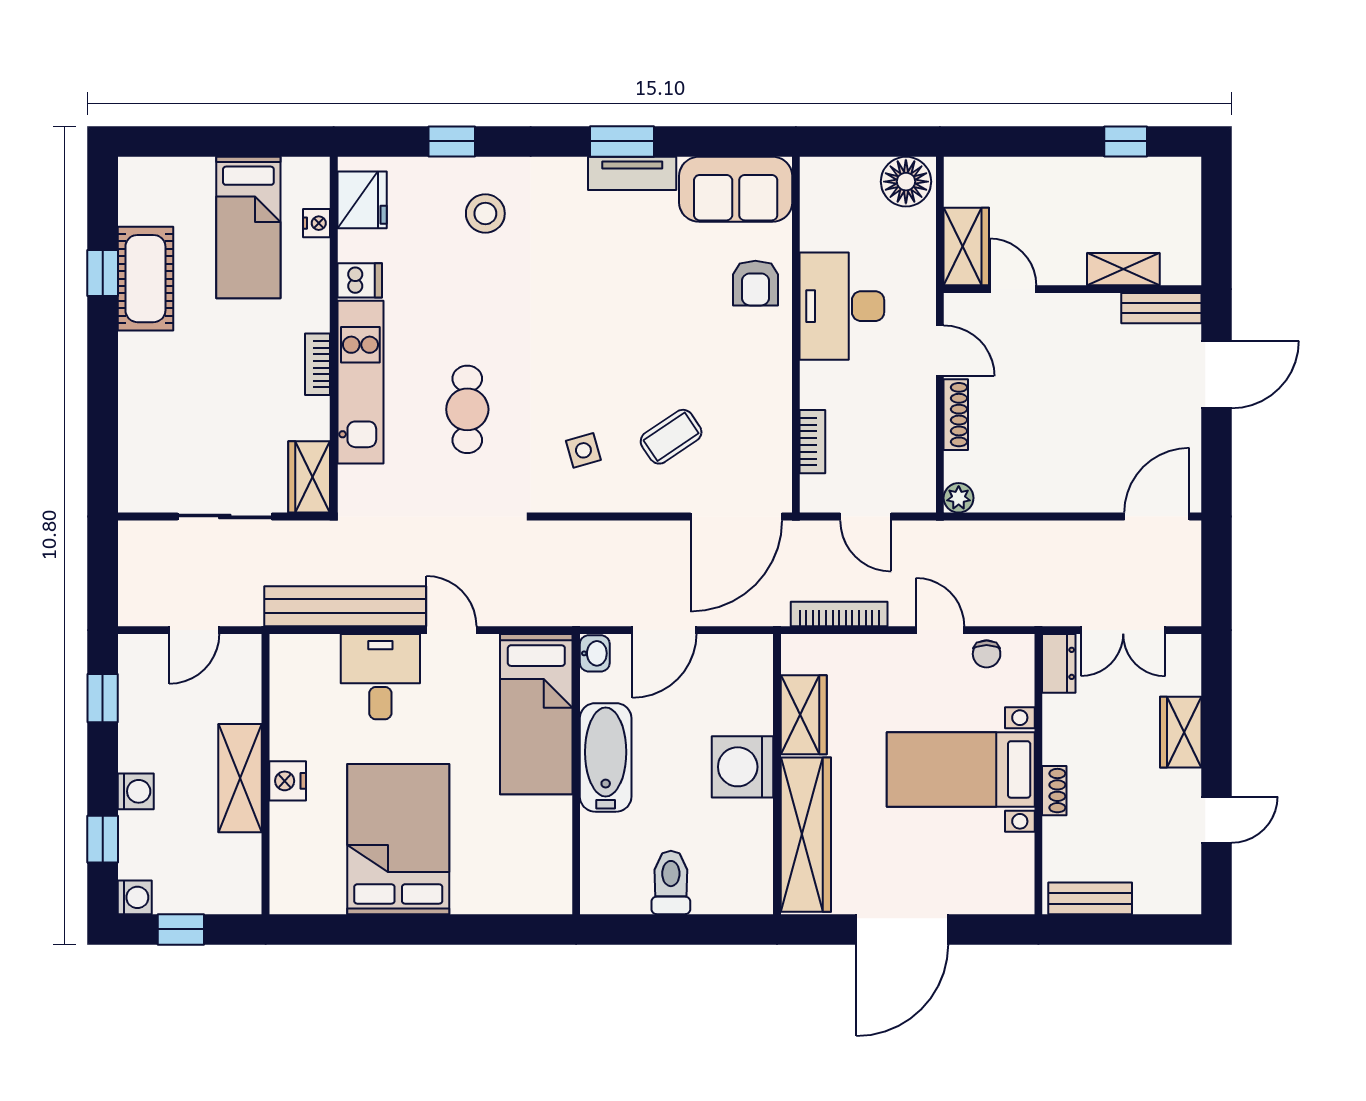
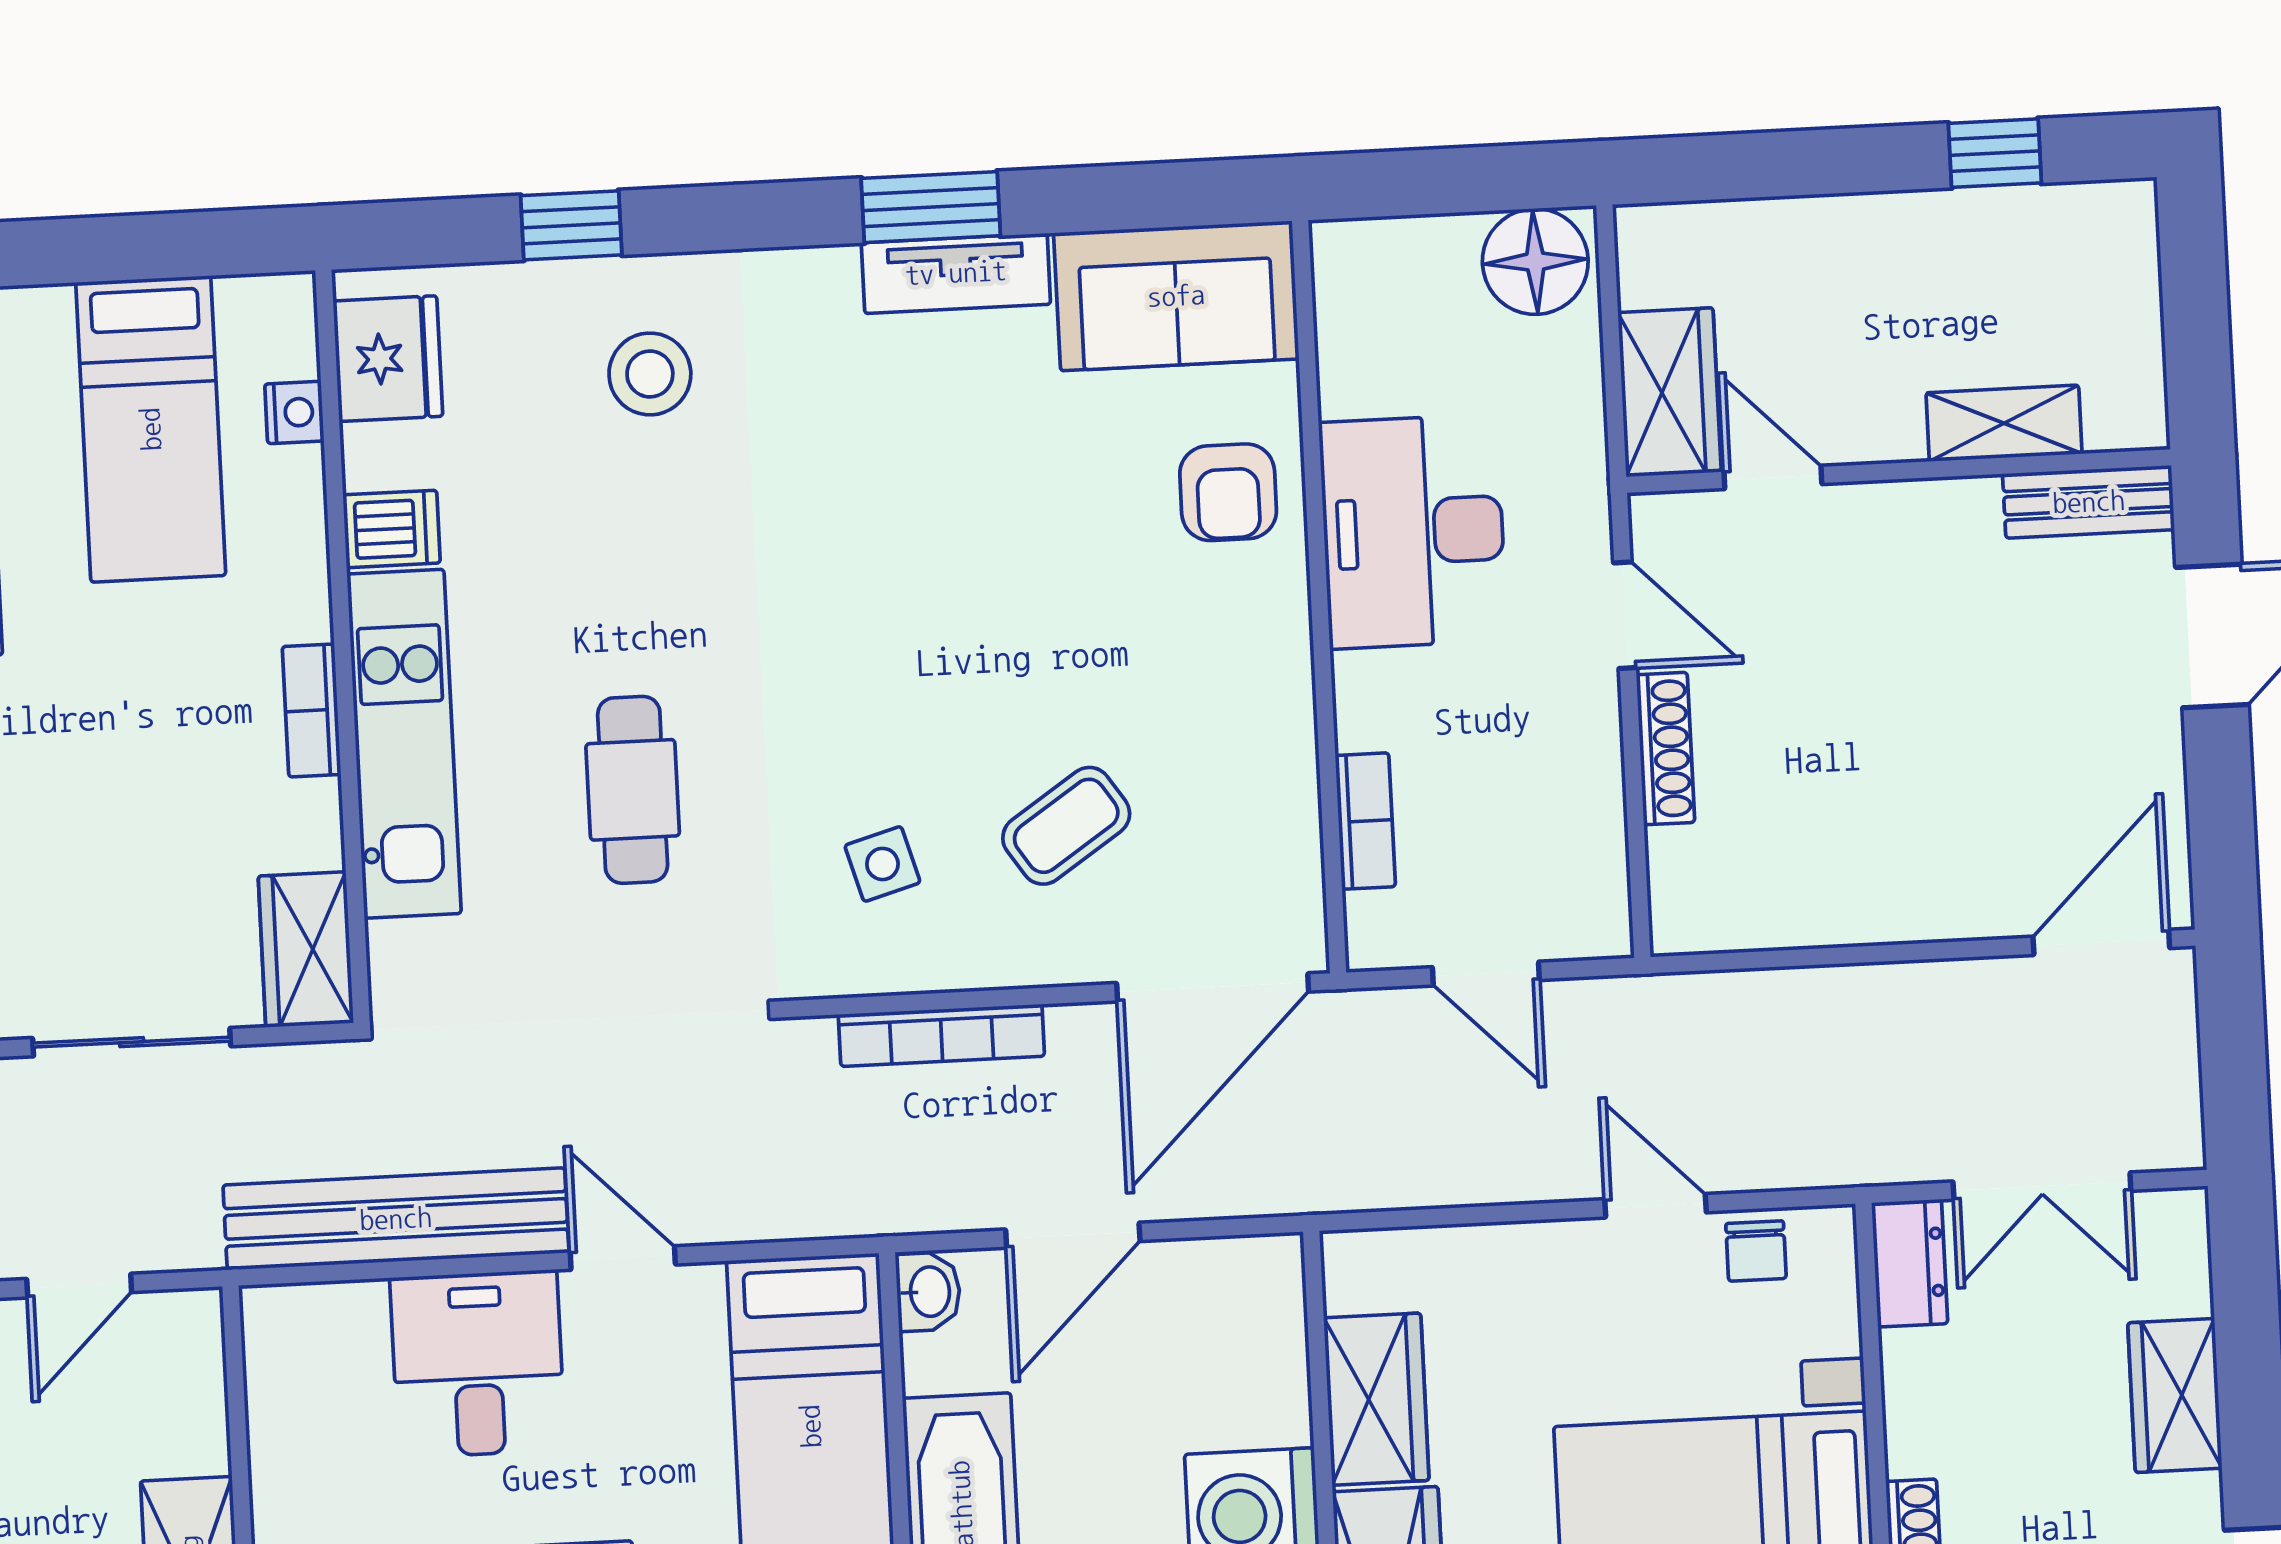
plant: (959, 498) -> (1680, 924), removed
bookcase: (839, 614) -> (941, 1035), moved, turned 180

